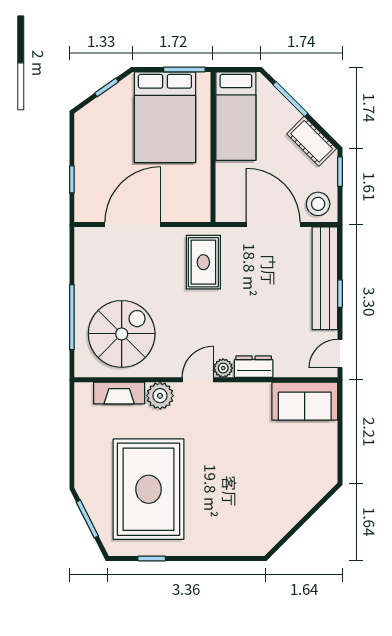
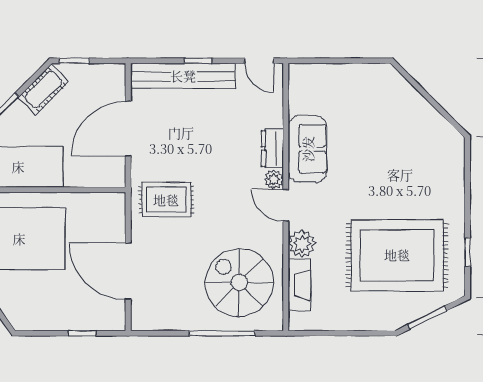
stool: (318, 204) -> (107, 83), removed
sofa: (305, 401) -> (308, 149), moved

